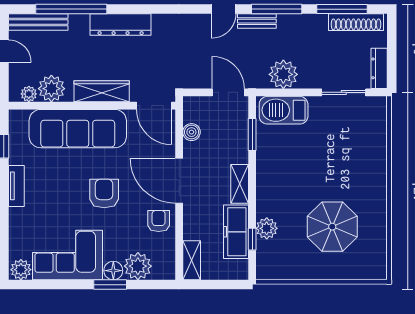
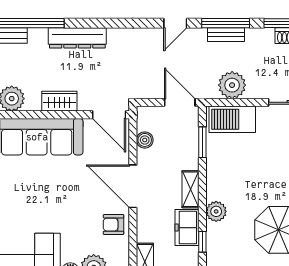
bench: (257, 21) -> (226, 35), moved
wardrobe: (102, 91) -> (59, 101), width x0.67
armchair: (104, 193) -> (62, 198), removed
armchair: (159, 221) -> (113, 225), turned -90
plant: (267, 228) -> (216, 211), moved
freezer: (236, 232) -> (187, 228), width x0.71

